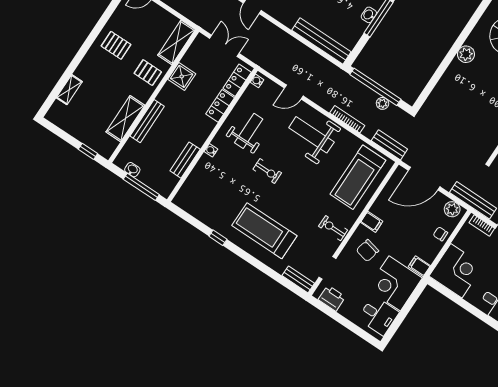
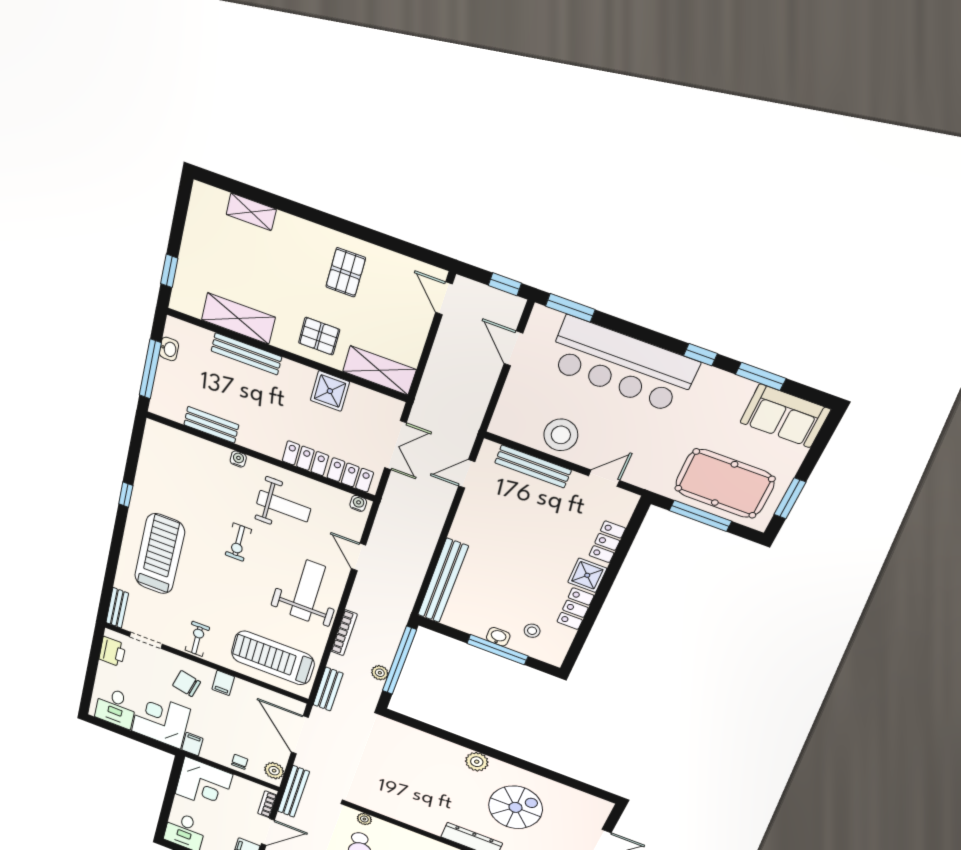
pallet: (148, 73) -> (319, 336), turned 90

